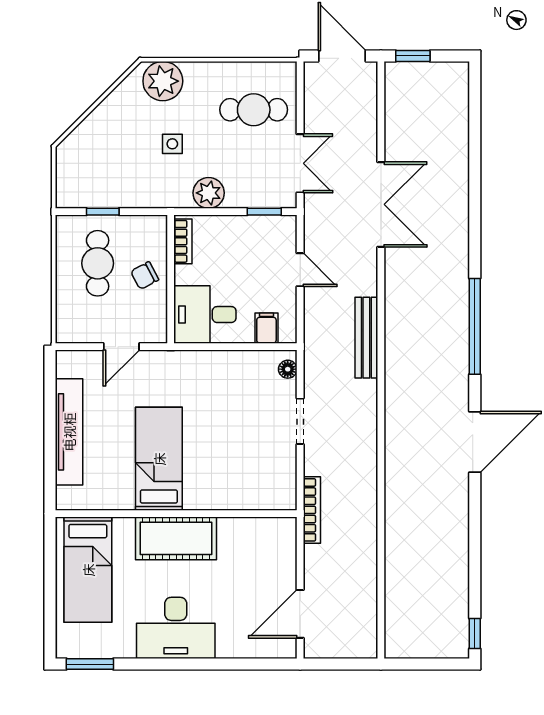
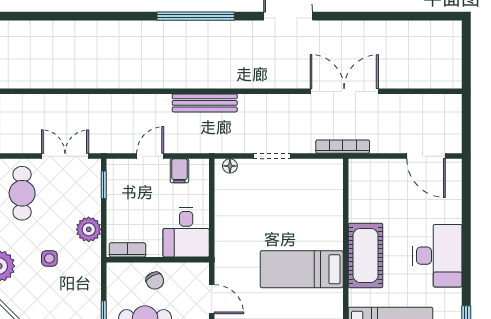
double door: (381, 204) -> (344, 91), moved
filing cabinet: (266, 328) -> (179, 171), moved, turned -90
window: (475, 634) -> (442, 16), removed

